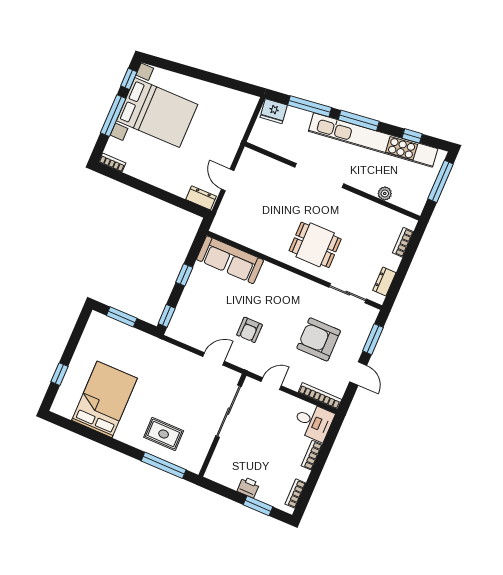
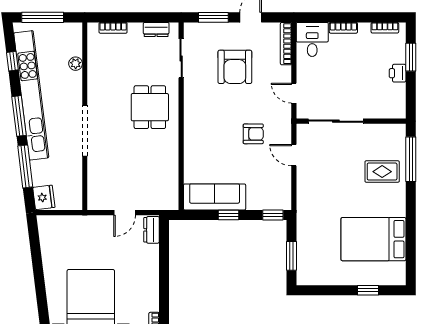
sofa: (230, 260) -> (215, 197), moved, turned -90
rug: (164, 434) -> (382, 172), turned 90

